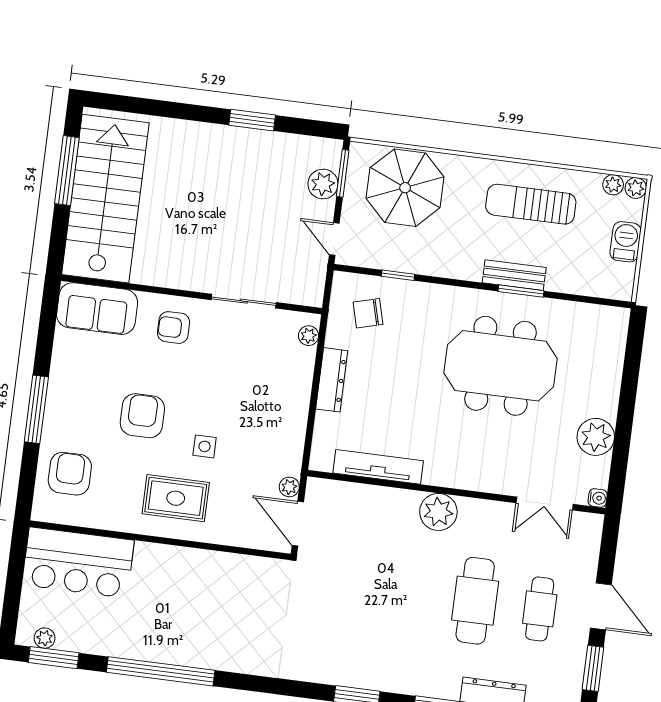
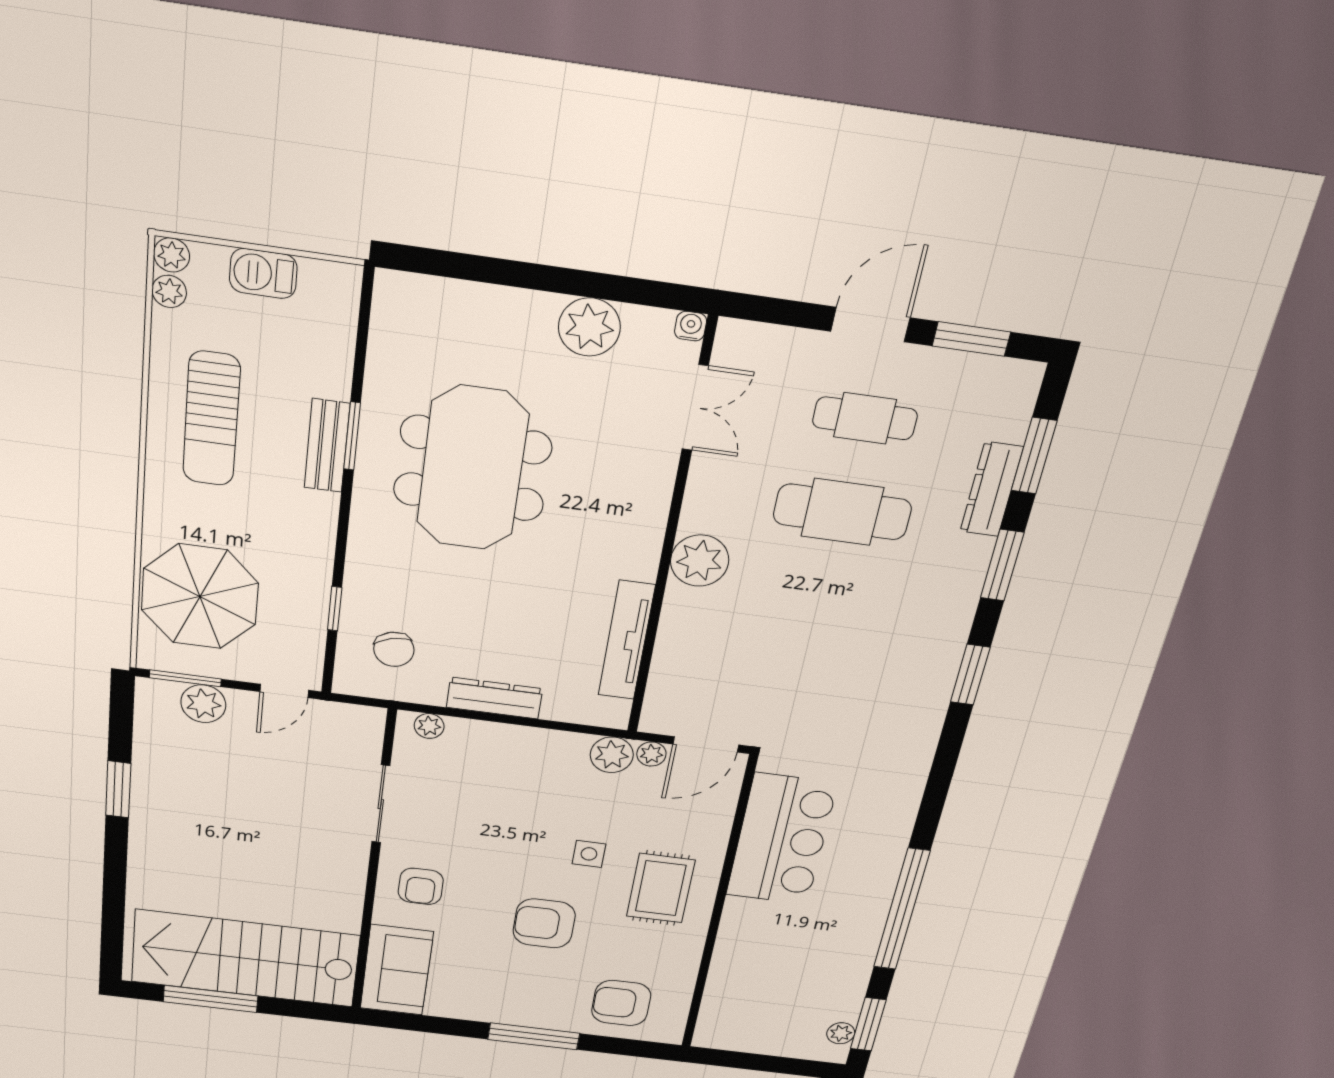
plant: (288, 460) -> (612, 755), added
bar counter: (78, 563) -> (781, 839), moved

